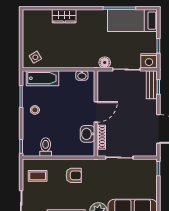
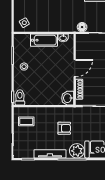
bathtub: (42, 78) -> (44, 40), moved
washbasin: (87, 134) -> (68, 98), moved
toilet: (46, 147) -> (20, 97), moved
armchair: (74, 175) -> (64, 128), moved

